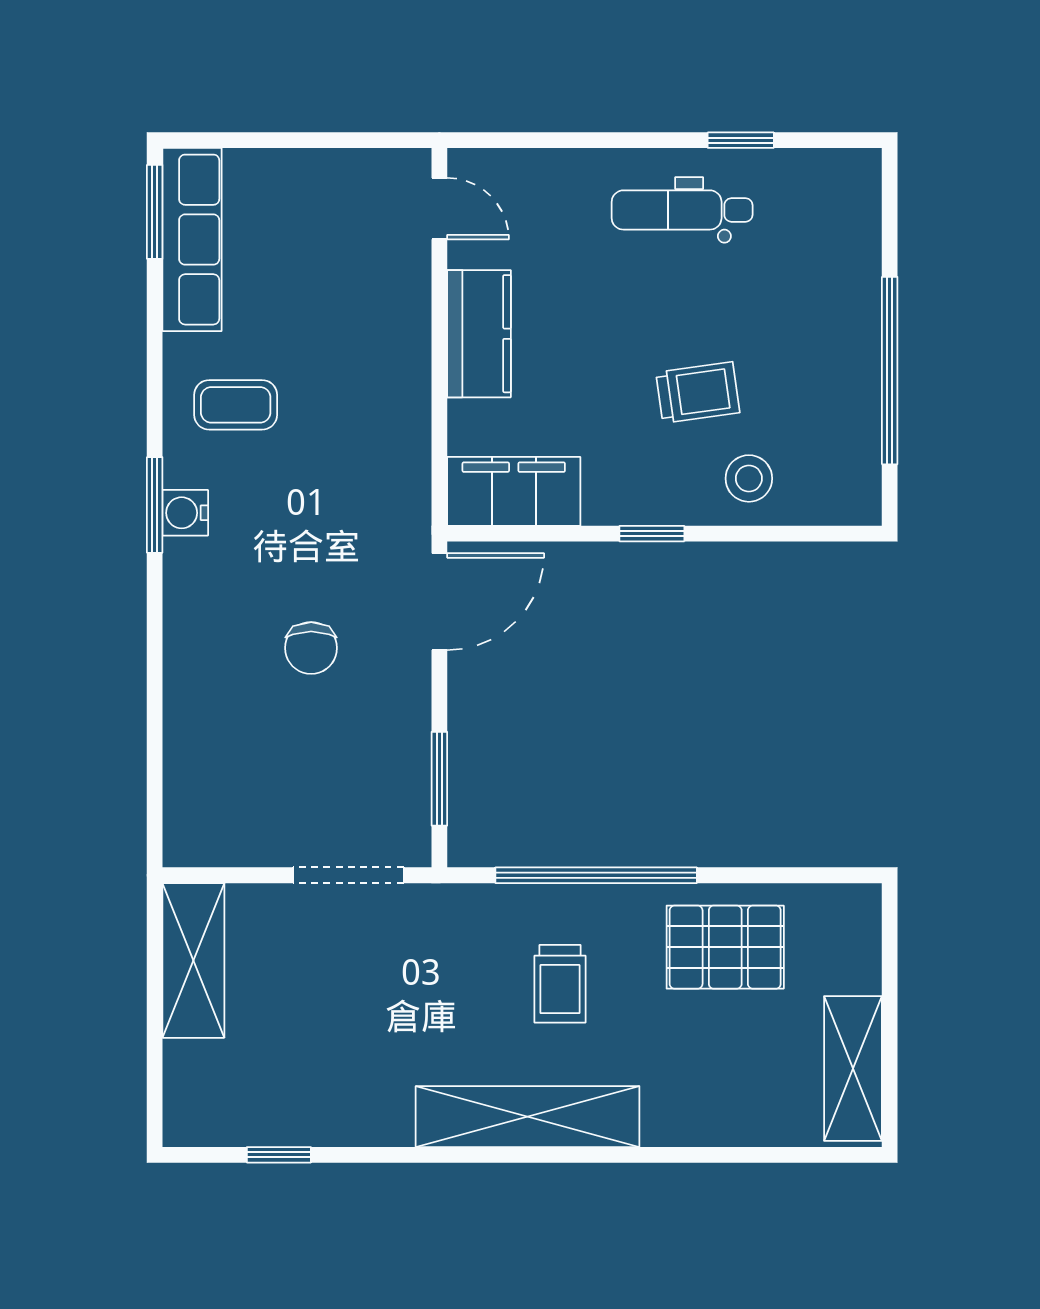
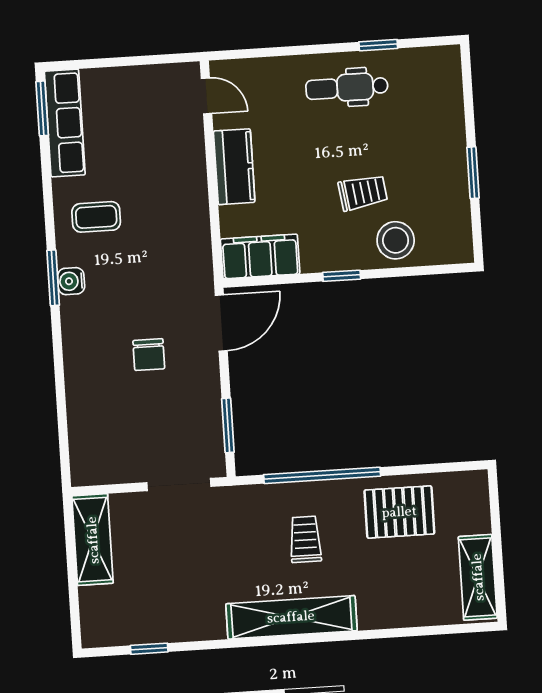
window: (890, 371) -> (473, 173), width x0.47
stool: (749, 478) -> (396, 240), width x1.38, depth x1.38
trolley: (560, 984) -> (305, 539), turned 180

